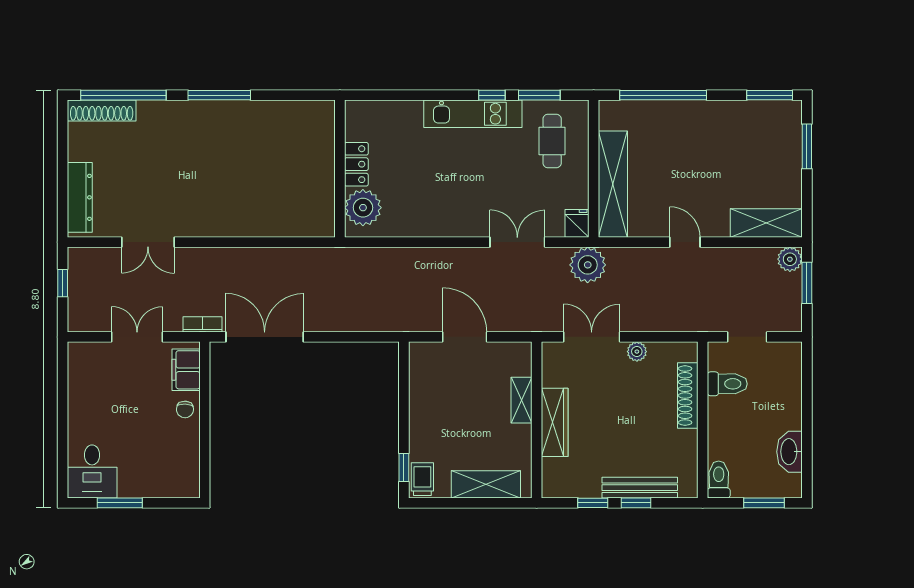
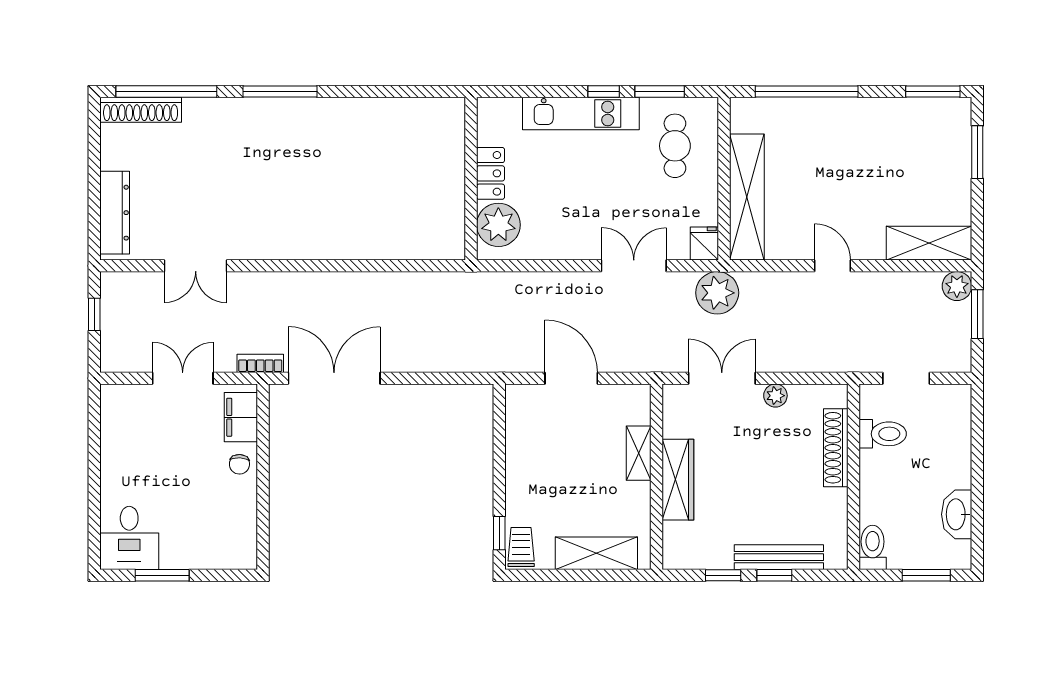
locker: (356, 164) -> (491, 173), moved
wall: (340, 169) -> (471, 179), moved
plant: (363, 208) -> (498, 225), moved

